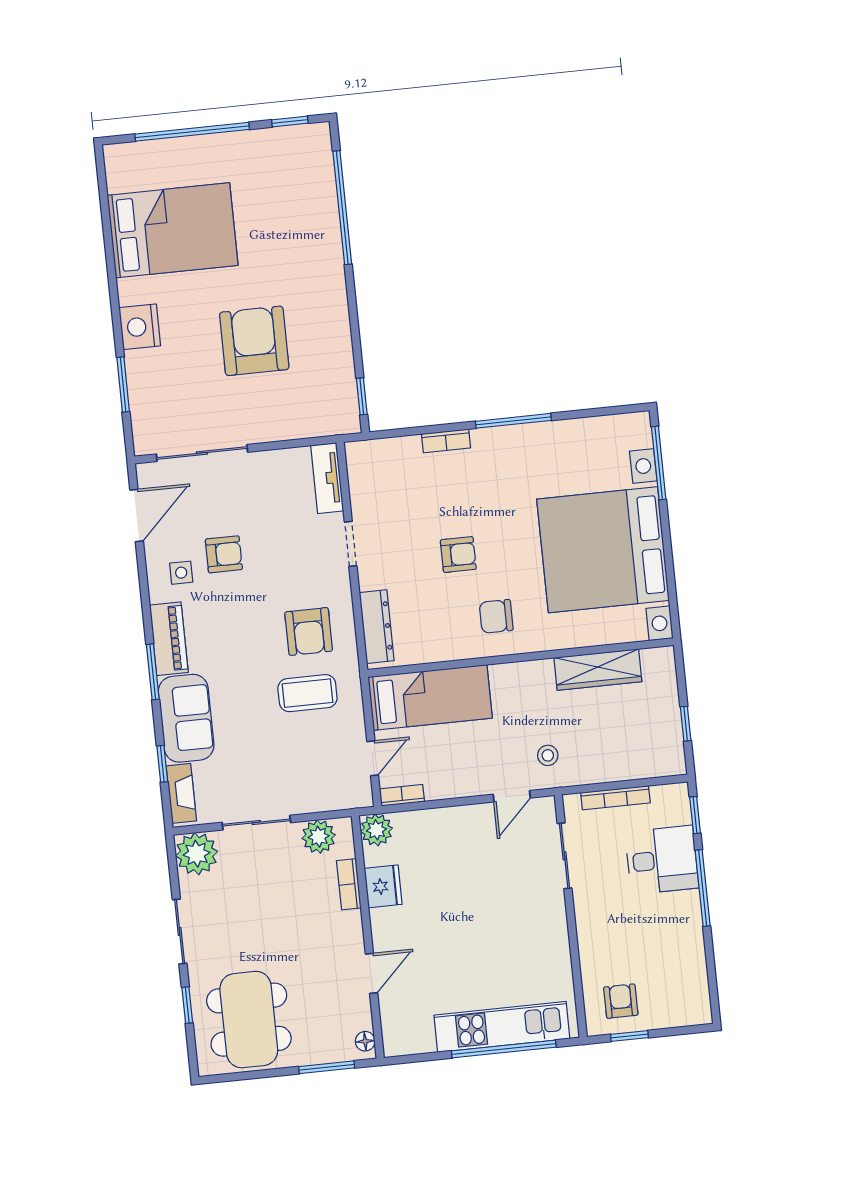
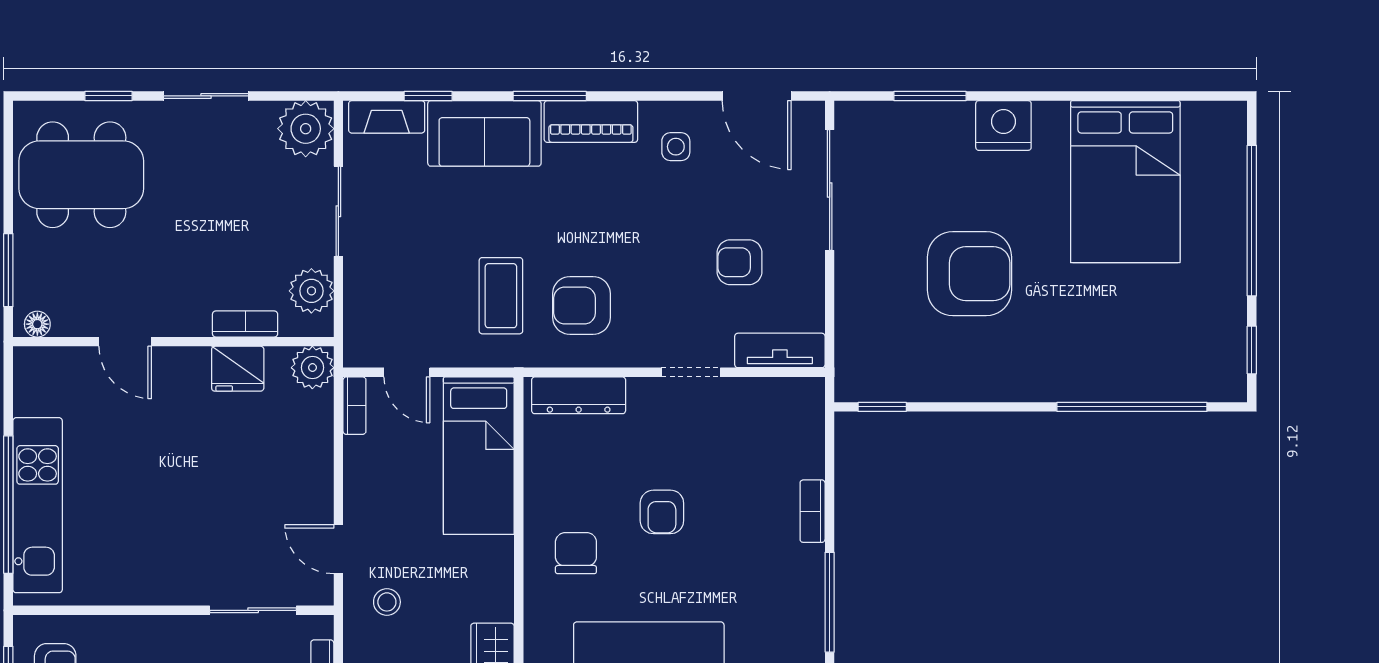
armchair: (224, 554) -> (739, 262), moved, turned 90

